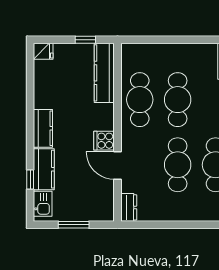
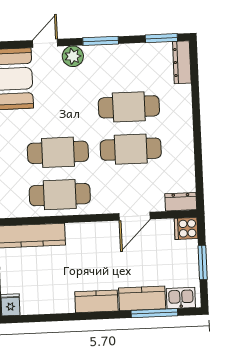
cooker: (104, 141) -> (186, 228), moved, turned 90
window: (30, 180) -> (154, 313), width x2.17

